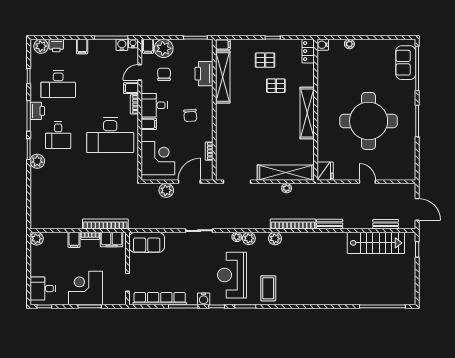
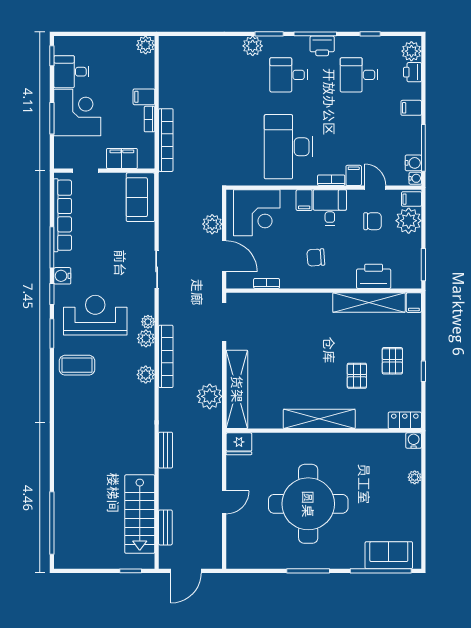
desk: (58, 84) -> (359, 75), width x0.73
plant: (287, 188) -> (210, 396), width x1.88, depth x1.88
bookcase: (293, 224) -> (166, 356), moved
filing cabinet: (112, 239) -> (122, 158), moved, turned 90
desk: (43, 289) -> (71, 72), moved, turned -90

